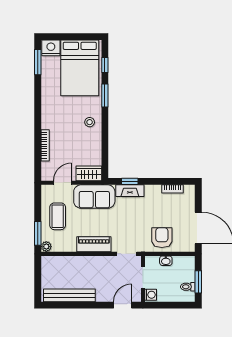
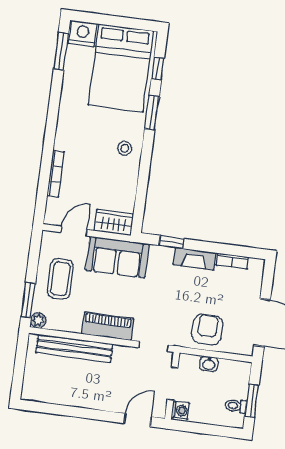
fireplace: (130, 191) -> (194, 259), moved
bench: (69, 295) -> (74, 348), moved

